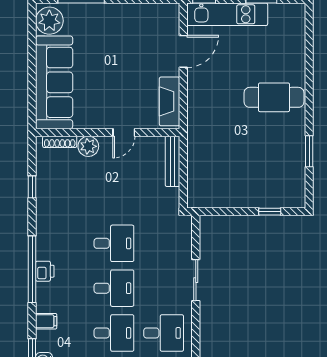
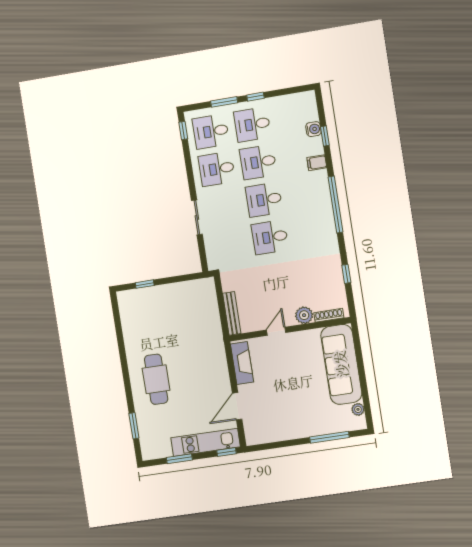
plant: (49, 21) -> (358, 409), width x0.53, depth x0.53
cafe table: (274, 97) -> (156, 379), turned 90
window: (309, 151) -> (134, 426), moved
printer: (45, 271) -> (324, 205), removed

